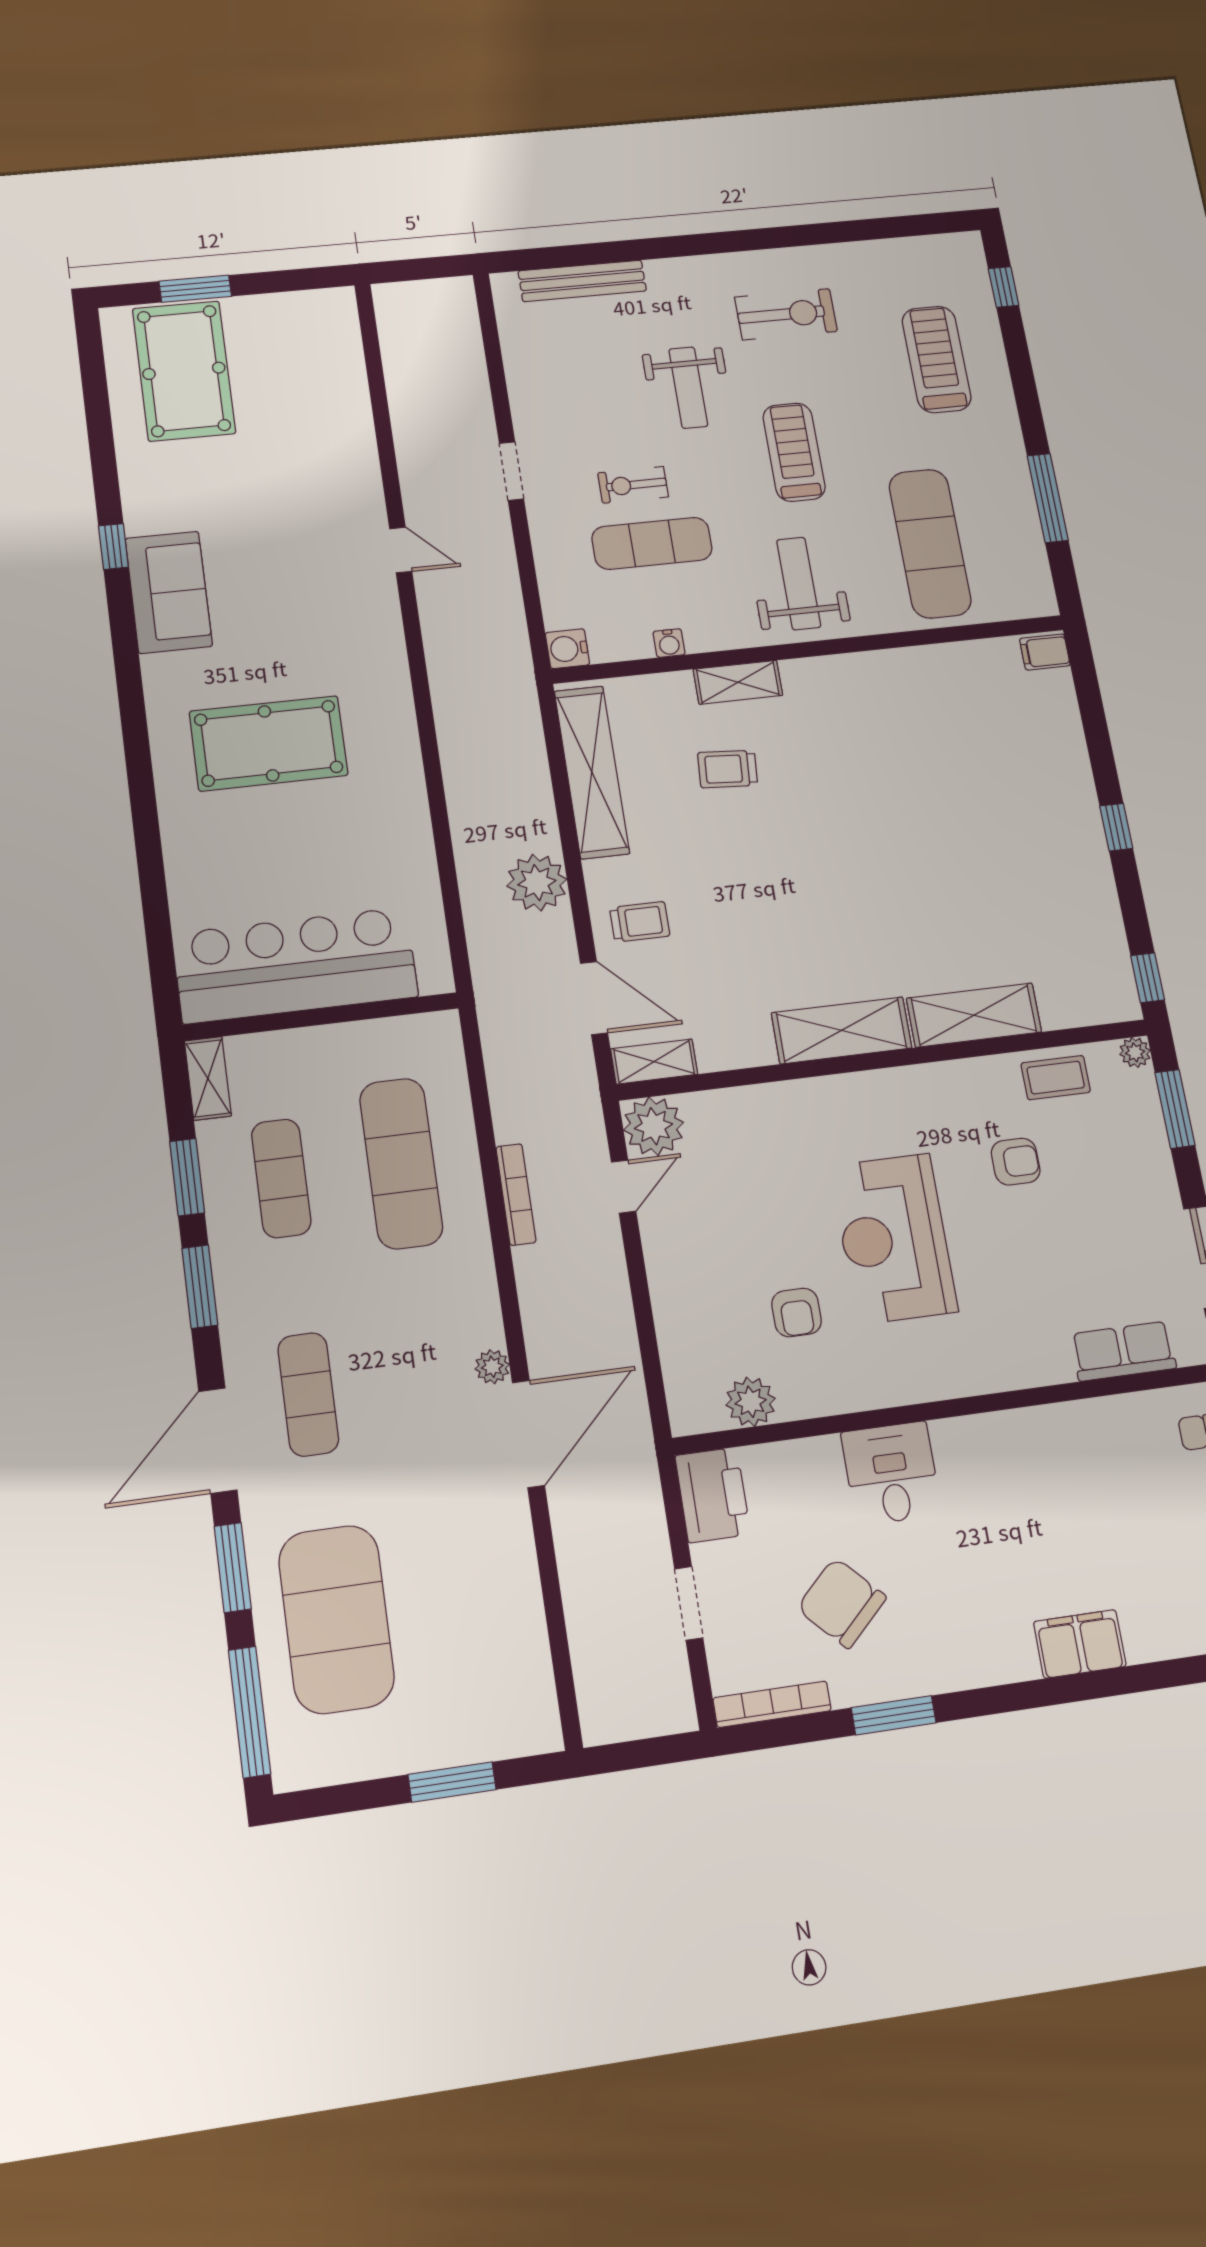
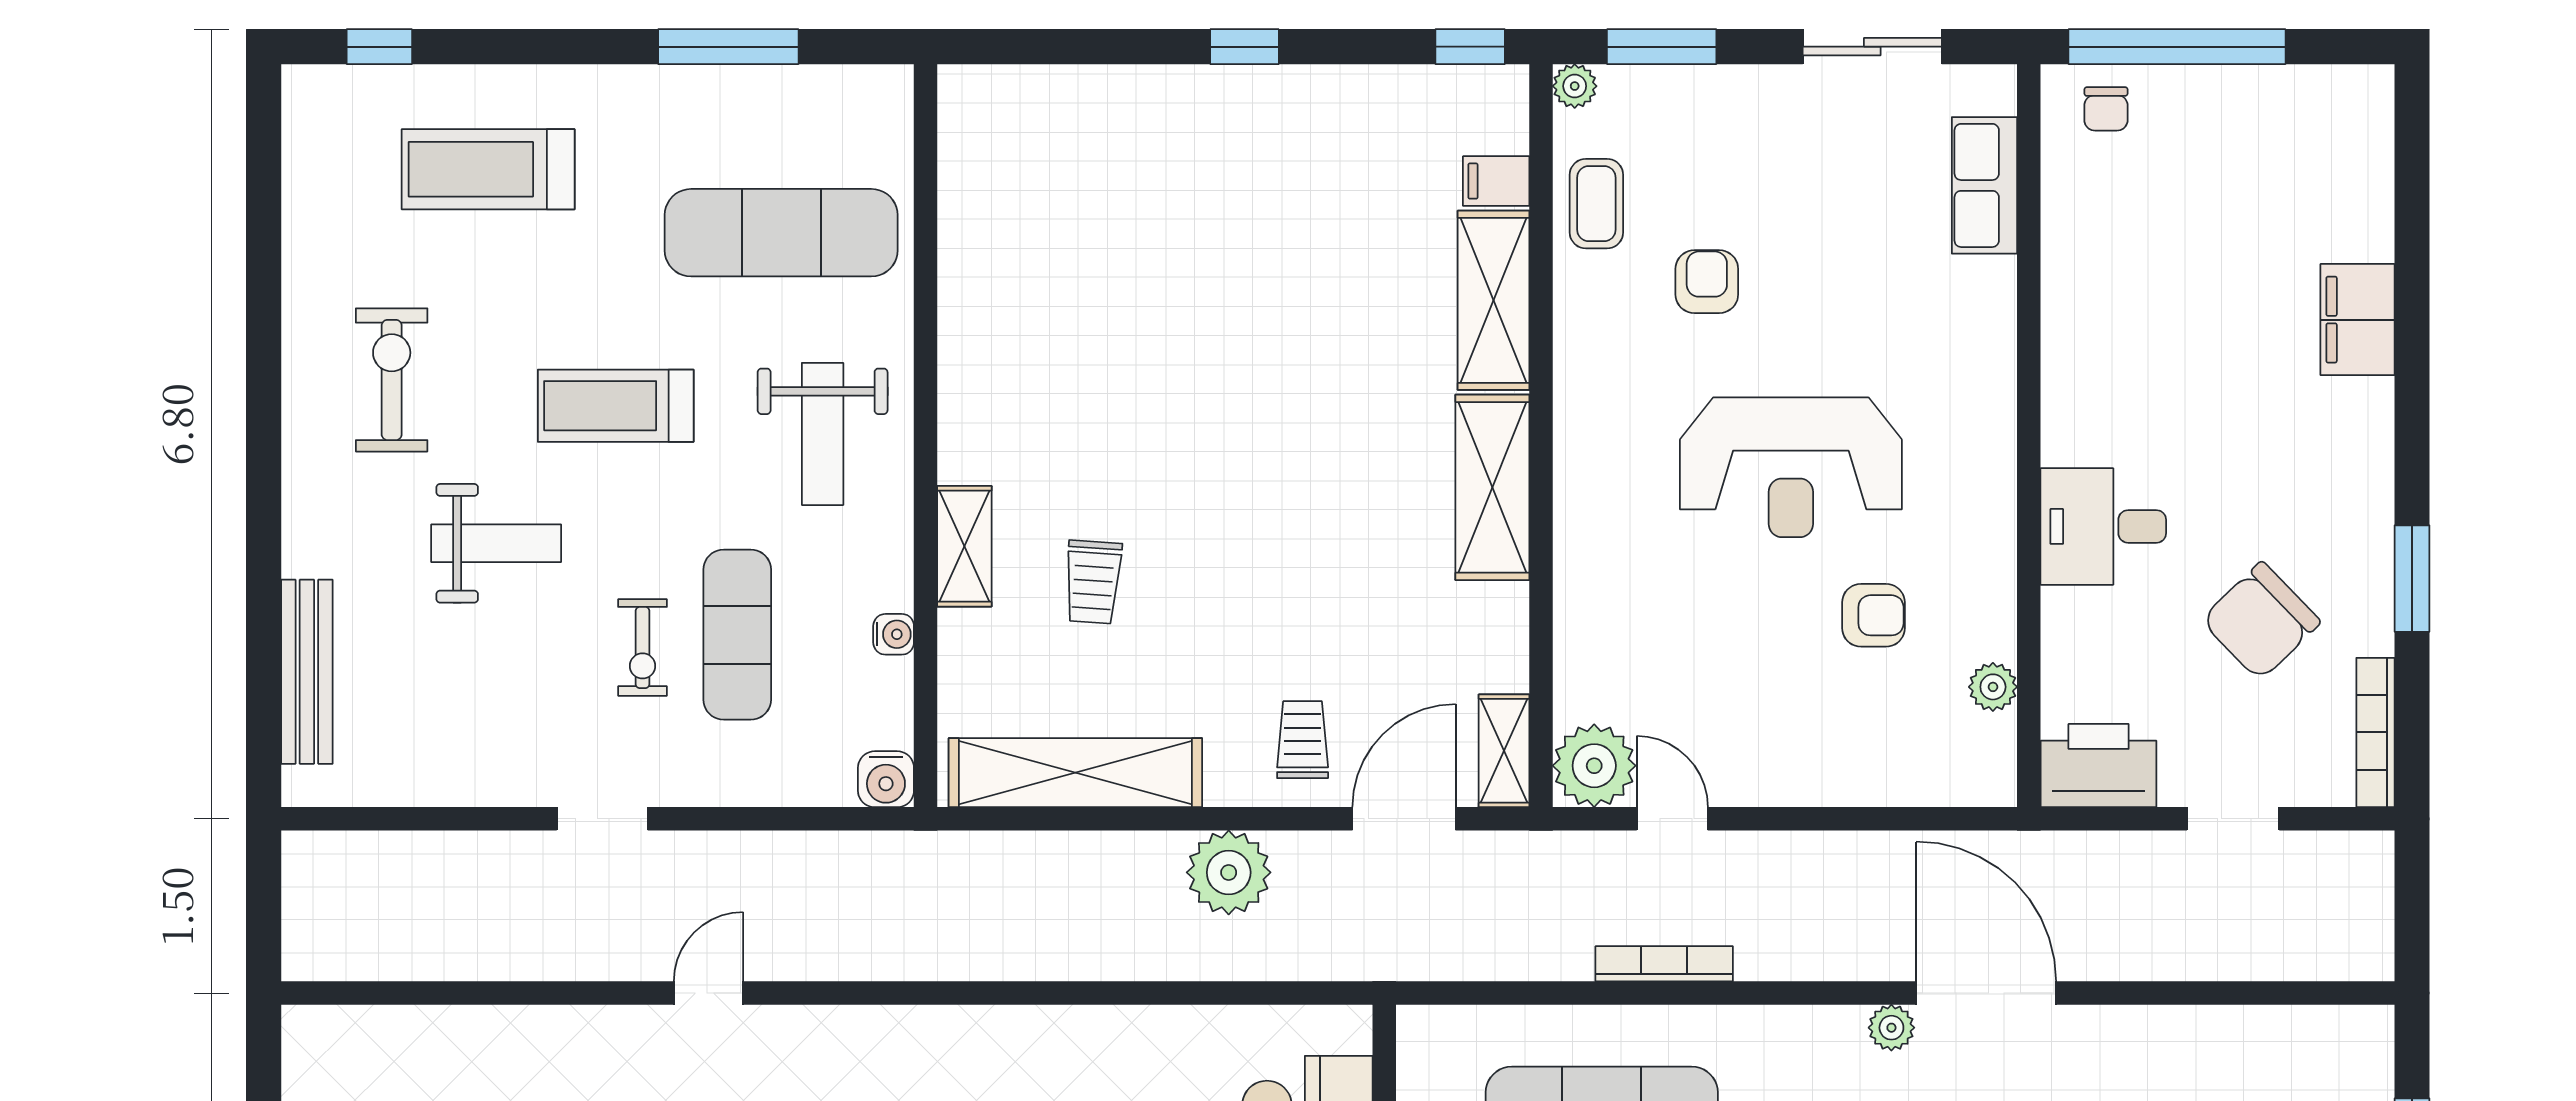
weight bench: (799, 583) -> (823, 434), turned -90
filing cabinet: (1045, 652) -> (1496, 181), moved, turned 90
plant: (751, 1402) -> (1993, 687), width x0.73, depth x0.73

